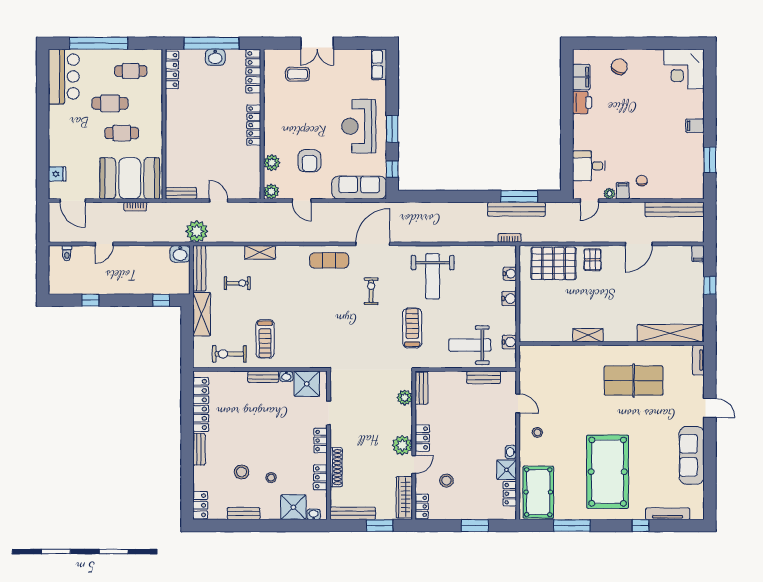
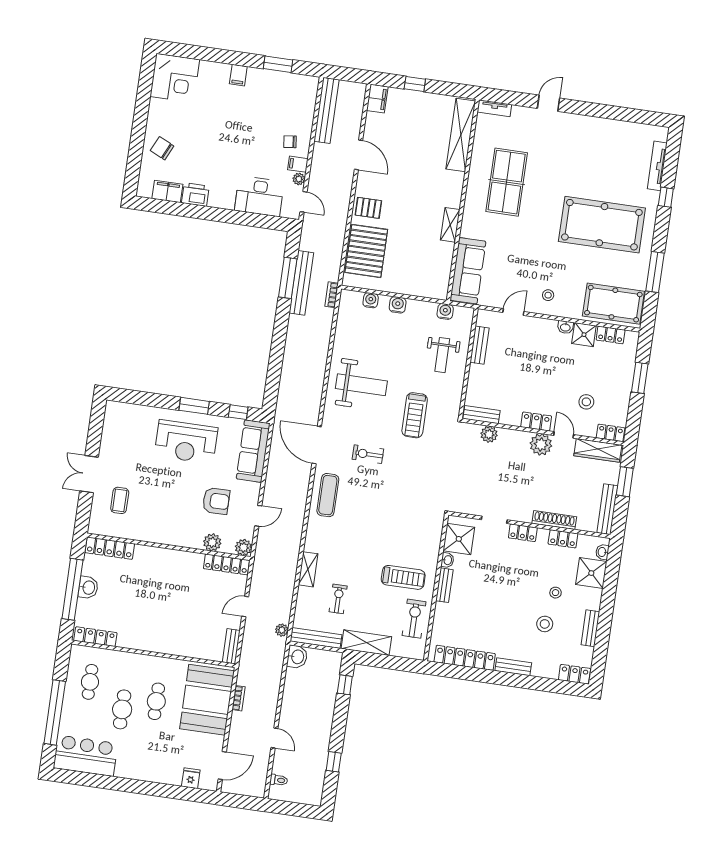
double door: (317, 43) -> (89, 474), swing flipped
row of seats: (379, 64) -> (122, 410), removed
locker: (254, 125) -> (226, 564), moved
desk: (589, 166) -> (259, 196), width x1.37
plant: (197, 231) -> (282, 630), width x0.53, depth x0.53
filing cabinet: (698, 253) -> (377, 99), width x2.00
treadmill: (412, 328) -> (415, 415), turned -90
weight bench: (470, 345) -> (442, 355), width x0.73, depth x0.75
exercise bike: (229, 354) -> (414, 619), turned 180
sofa: (692, 455) -> (468, 271), moved, turned -90

